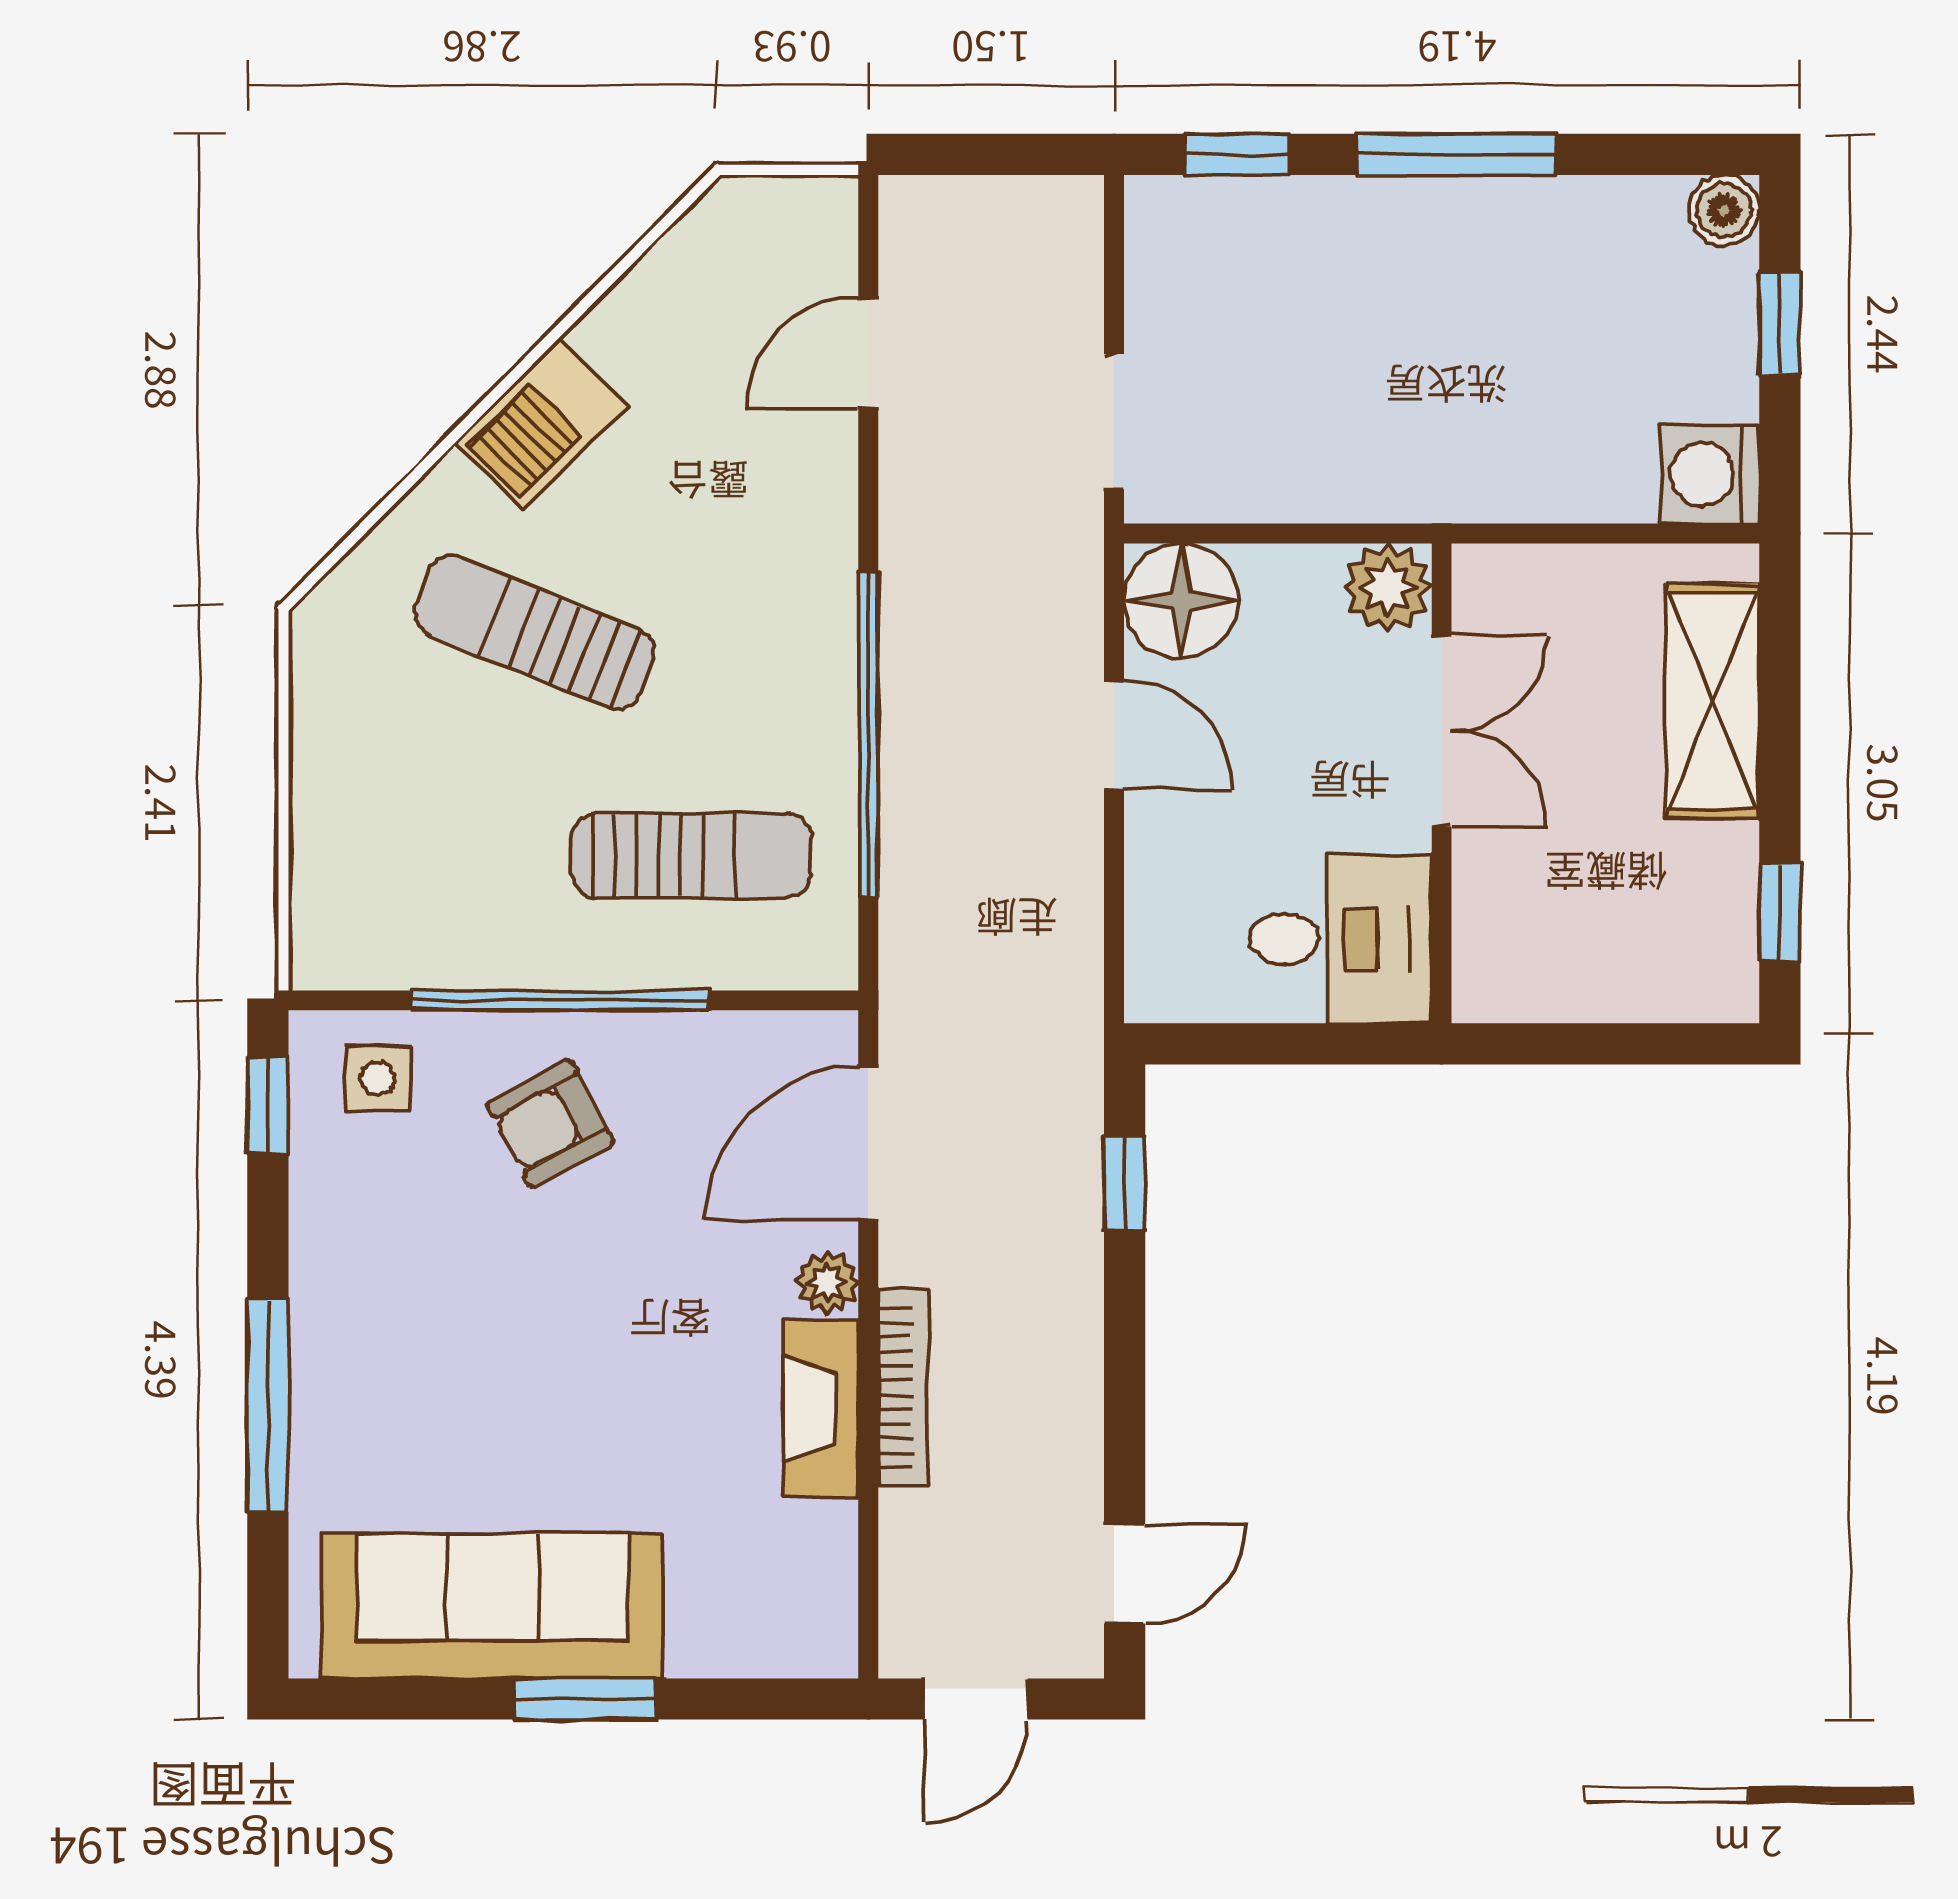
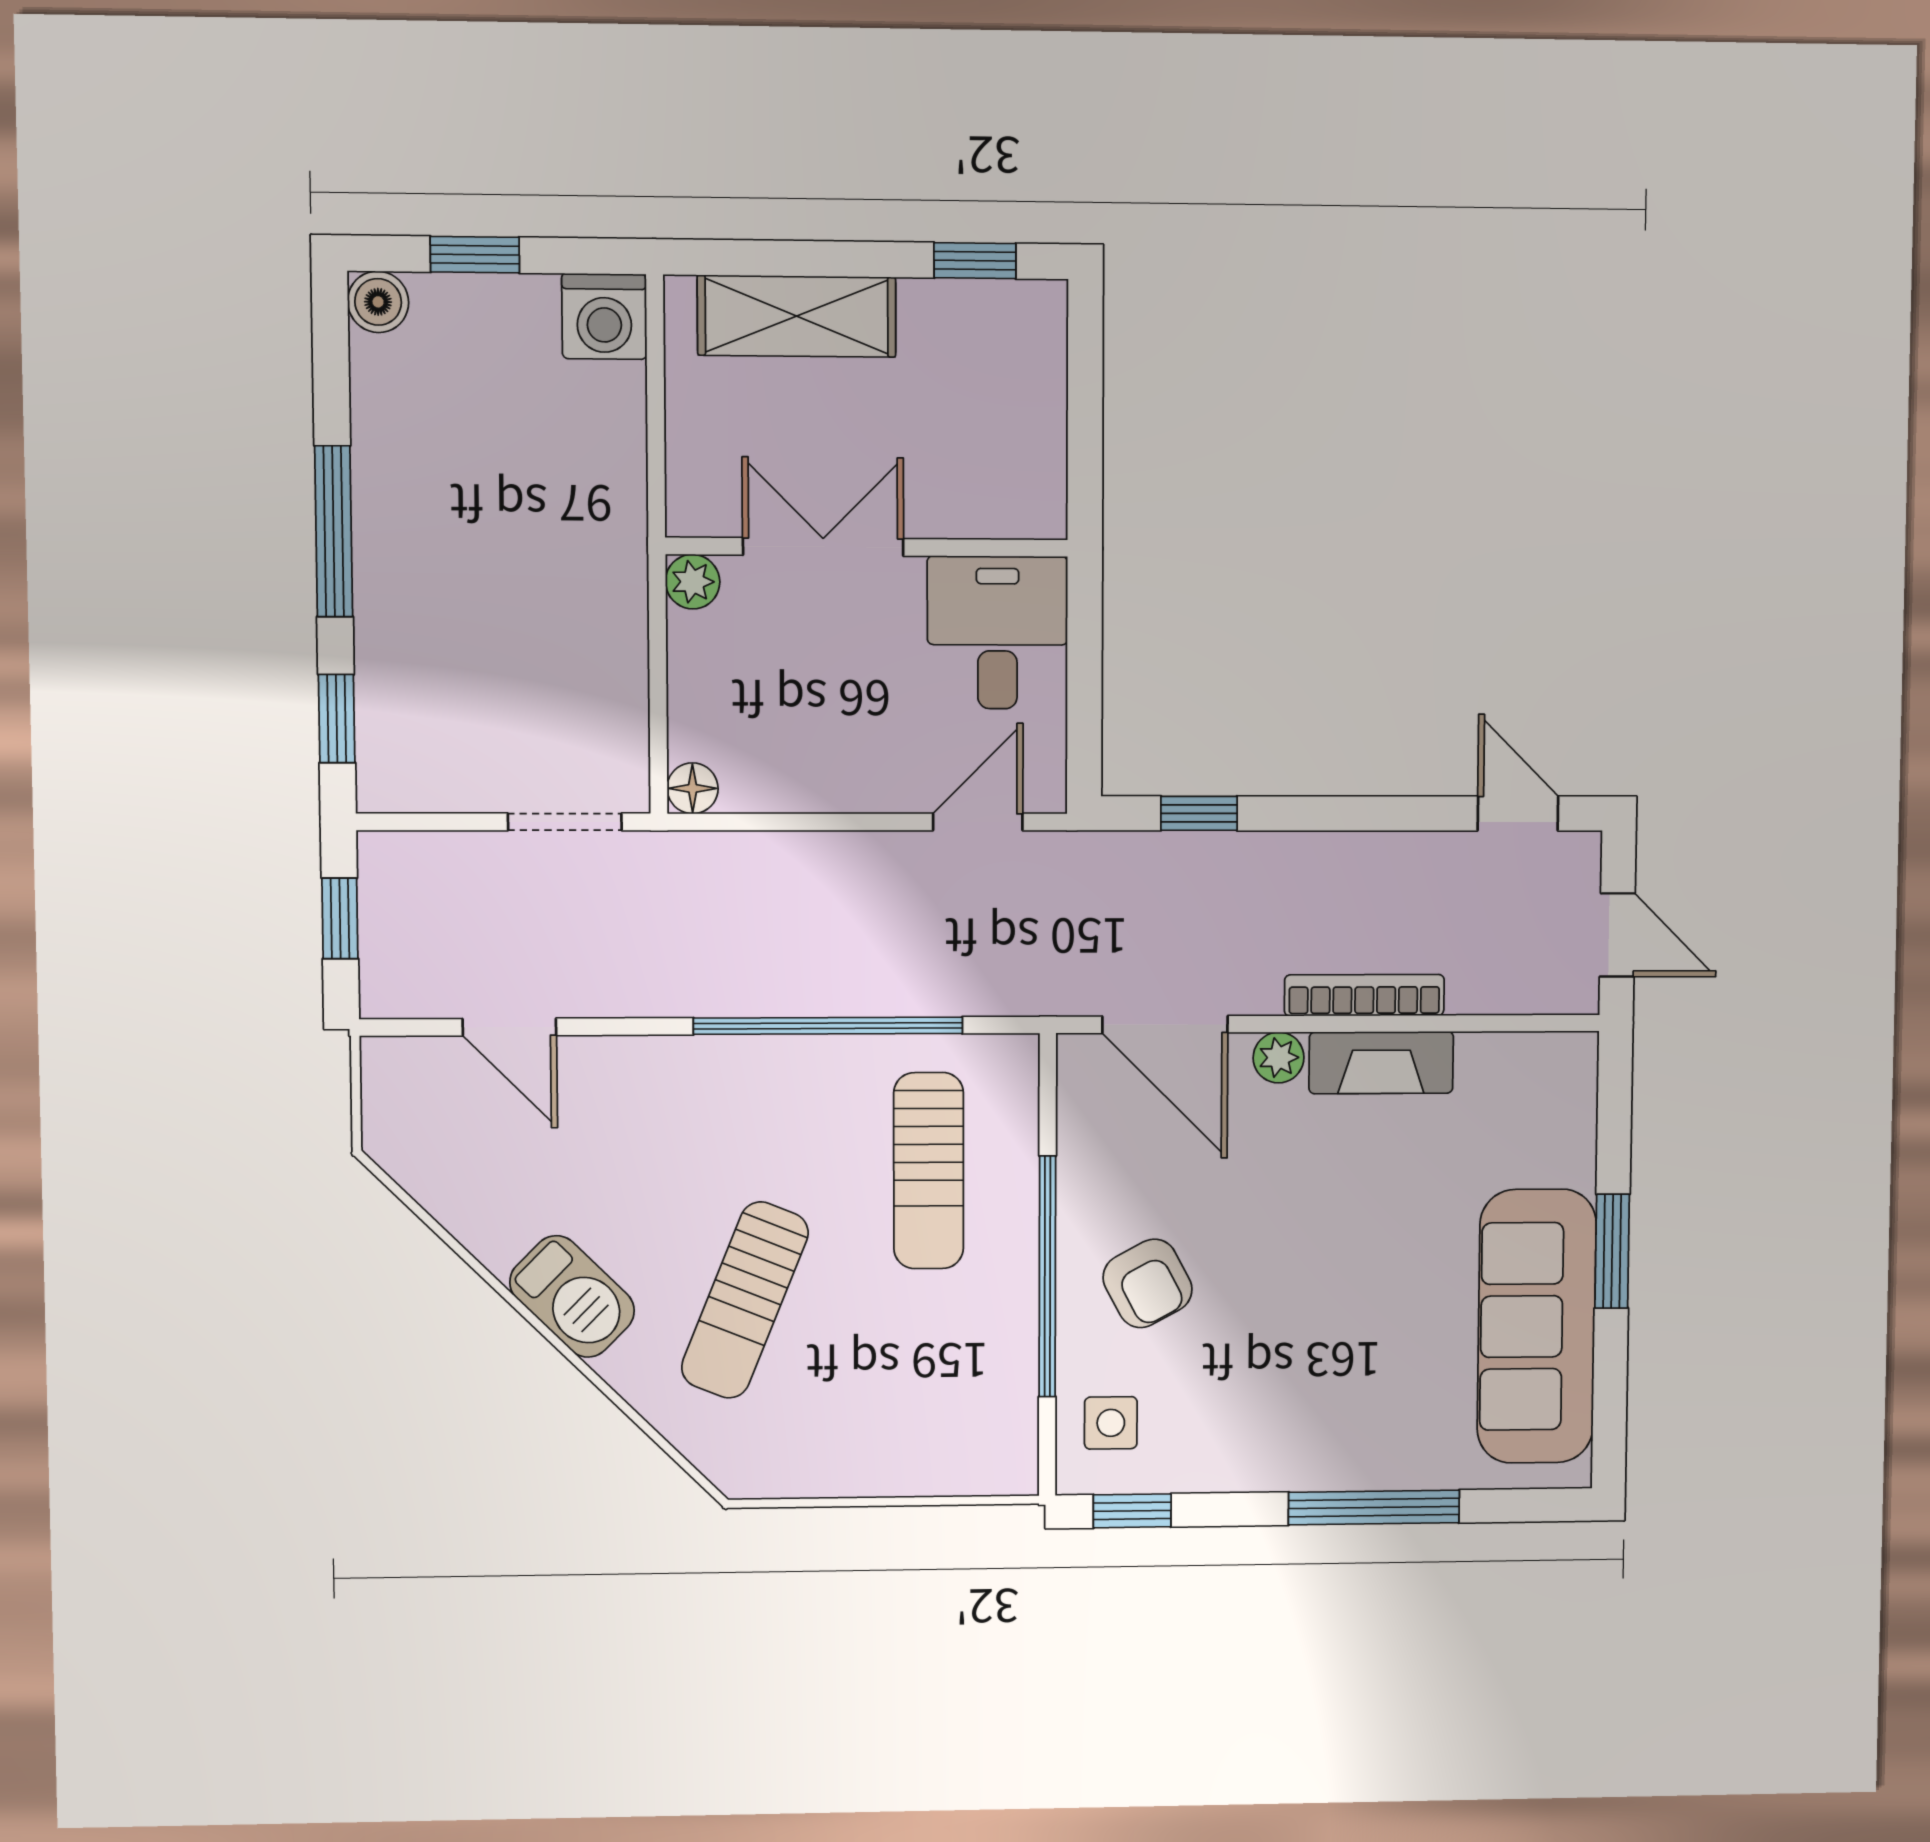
window: (999, 154) -> (340, 918), added
plant: (1387, 588) -> (693, 582), width x0.73, depth x0.73
floor lamp: (1181, 601) -> (693, 788), width x0.53, depth x0.53
door: (1114, 735) -> (978, 822), moved
sun lounger: (691, 856) -> (929, 1171), turned 180

